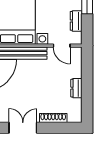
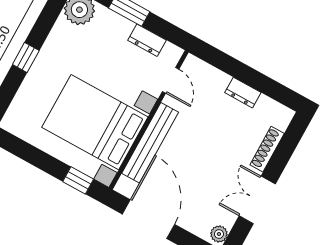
door: (62, 46) -> (171, 80), hinge flipped

